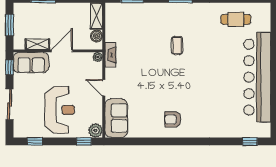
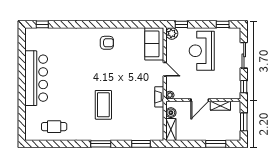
coffee table: (177, 45) -> (103, 105), width x1.86, depth x1.72
sofa: (31, 62) -> (226, 90), removed
bar counter: (257, 77) -> (36, 78), width x0.73

